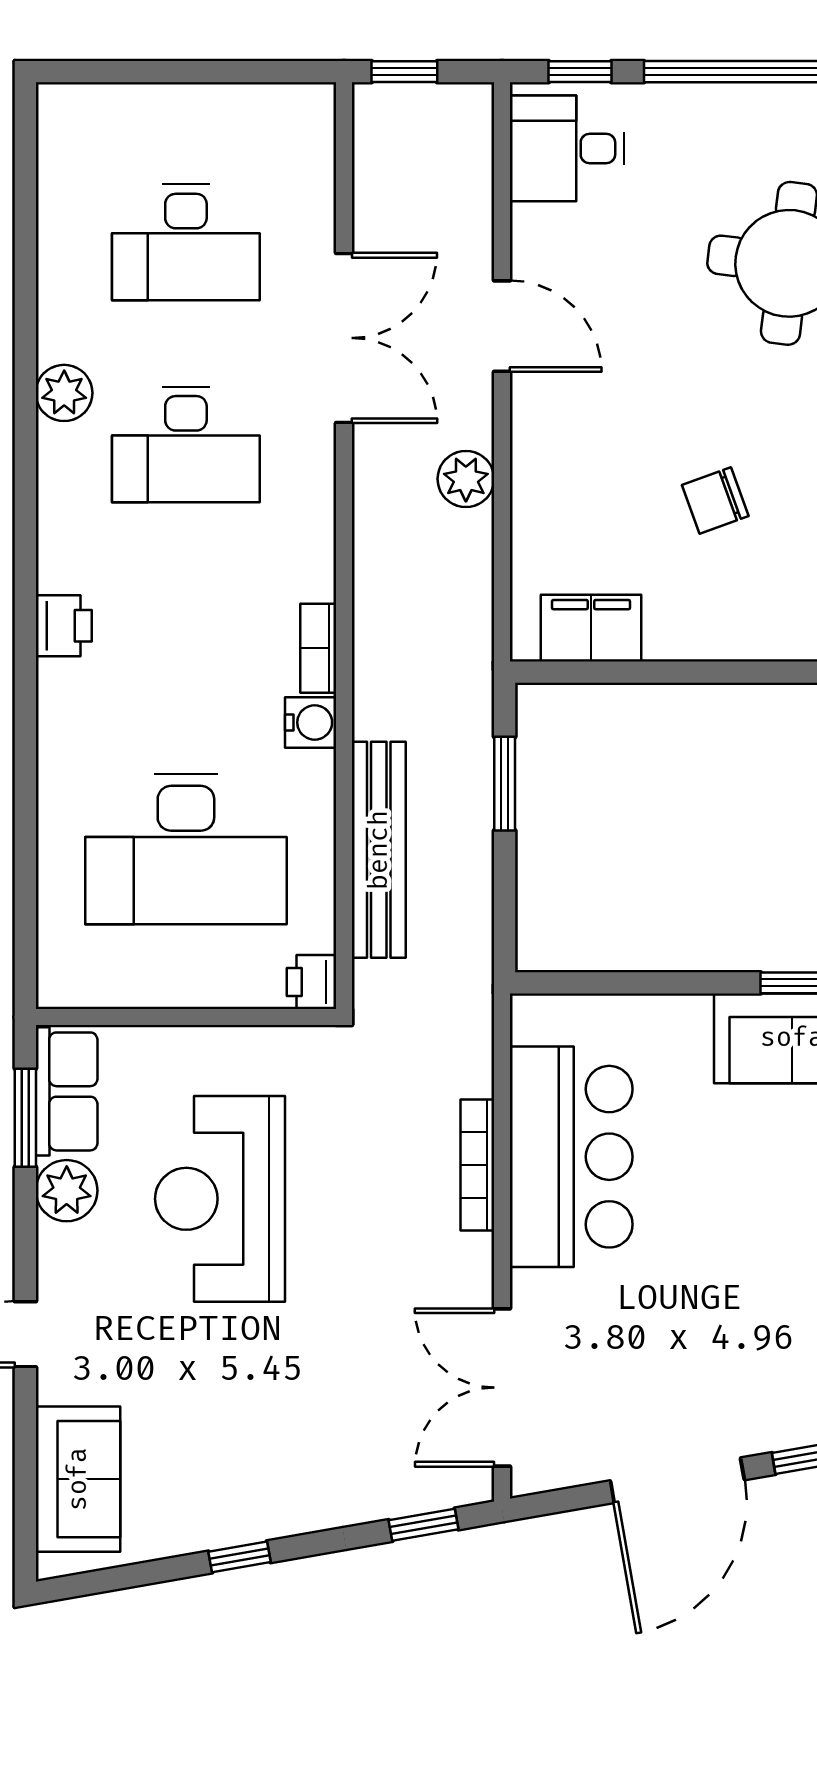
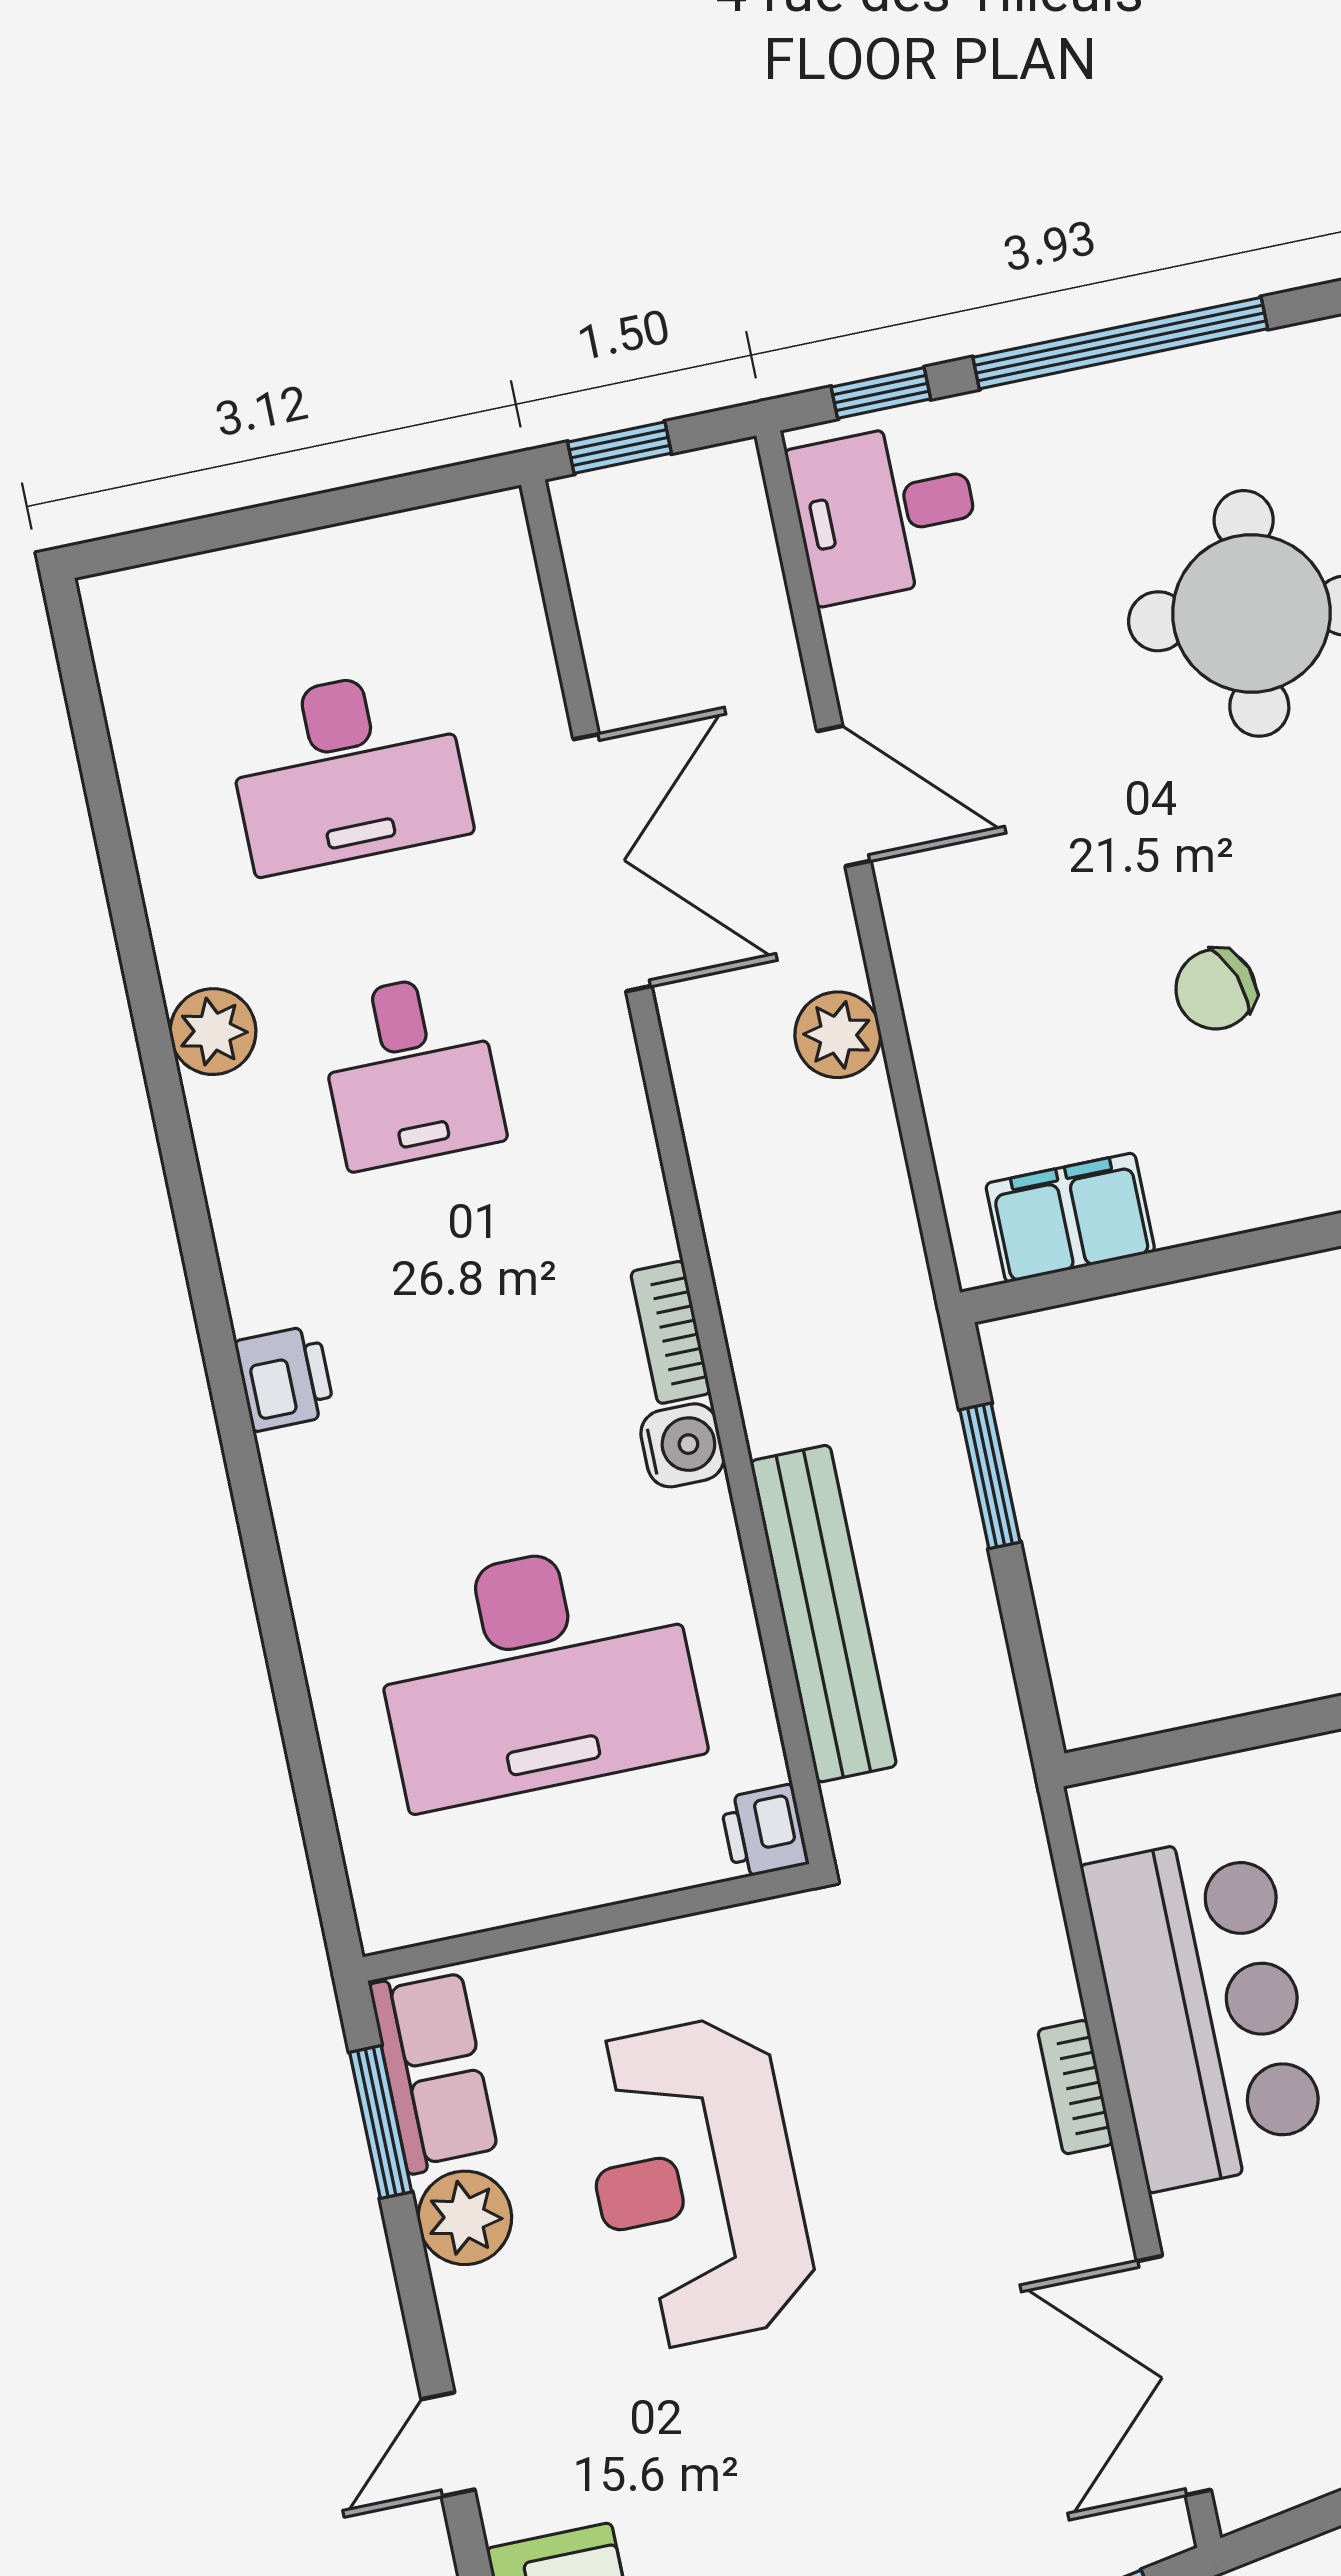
desk: (186, 445) -> (410, 1071), width x0.73
bookcase: (477, 1165) -> (1075, 2087), width x0.64

